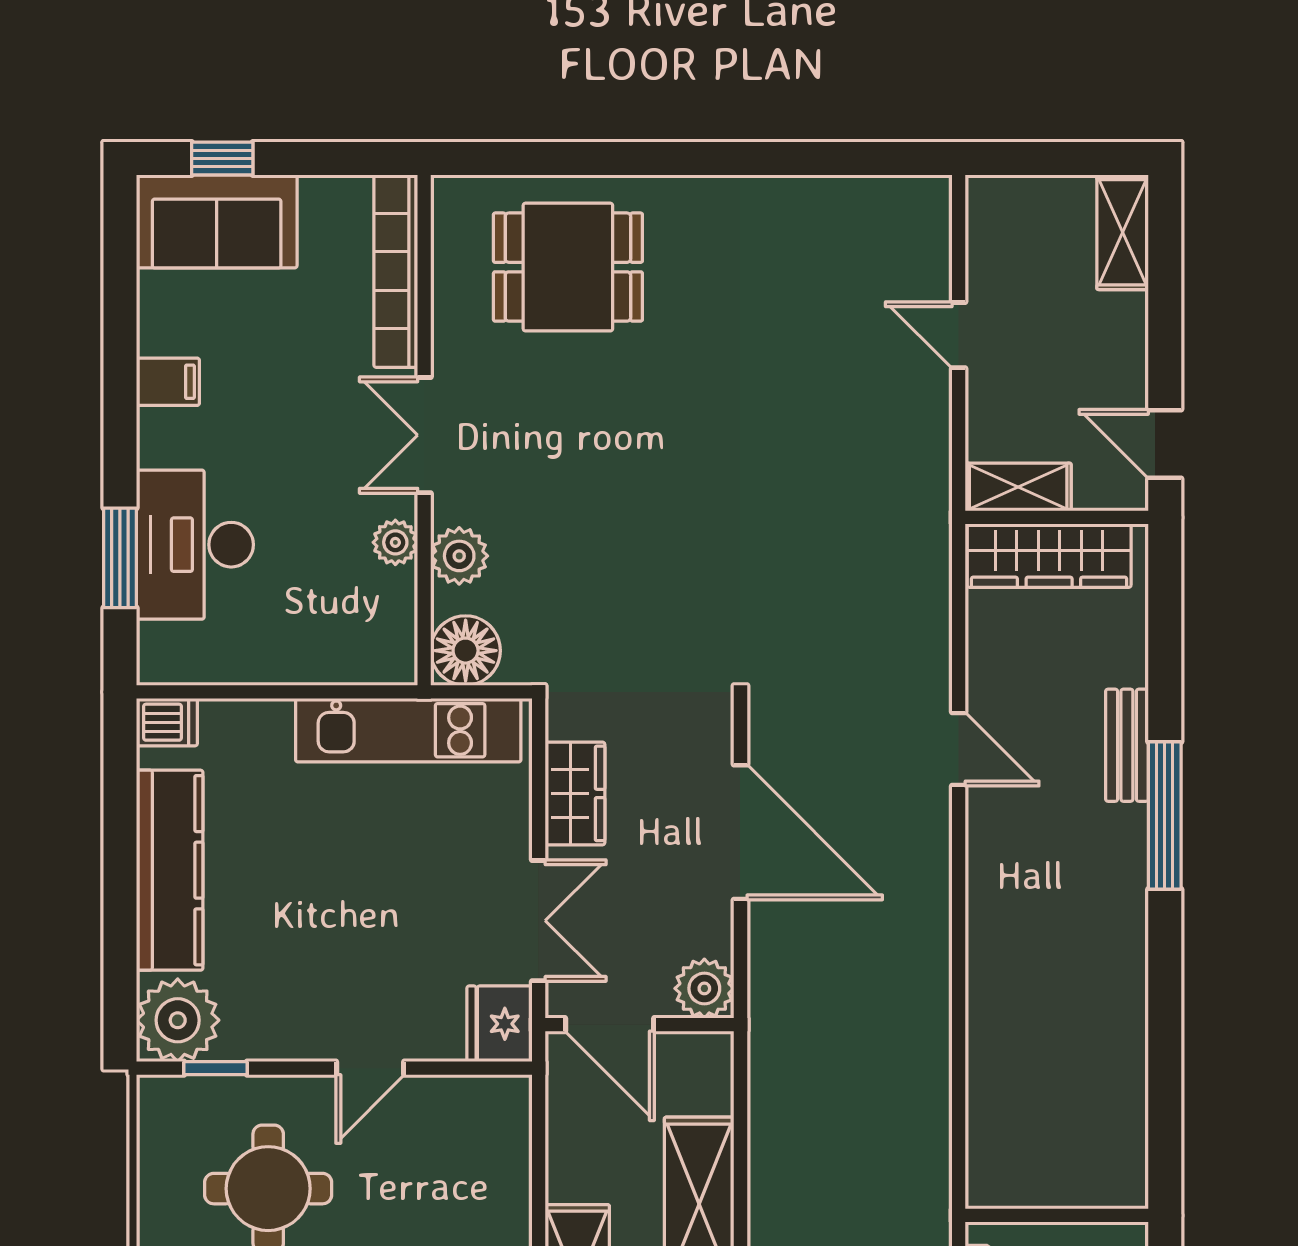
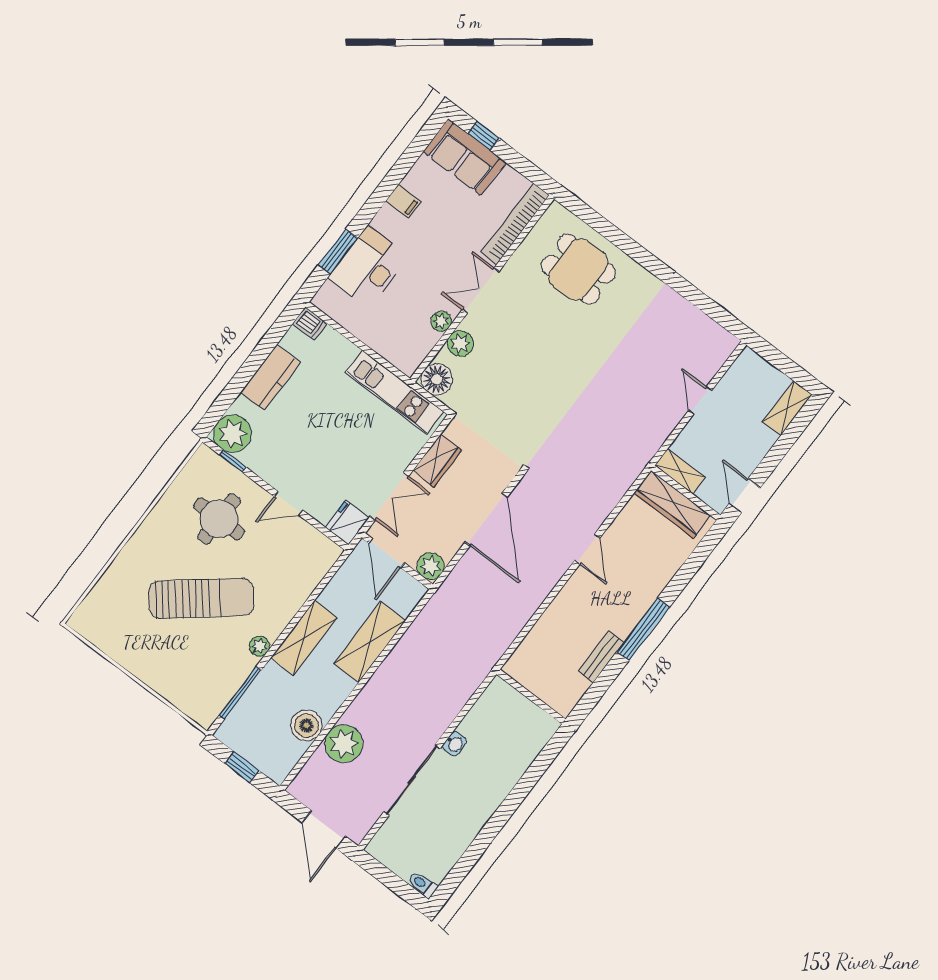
bench: (1127, 745) -> (601, 657), moved
kitchen counter: (170, 870) -> (270, 377), width x0.67
wall: (1057, 1215) -> (531, 697), moved

